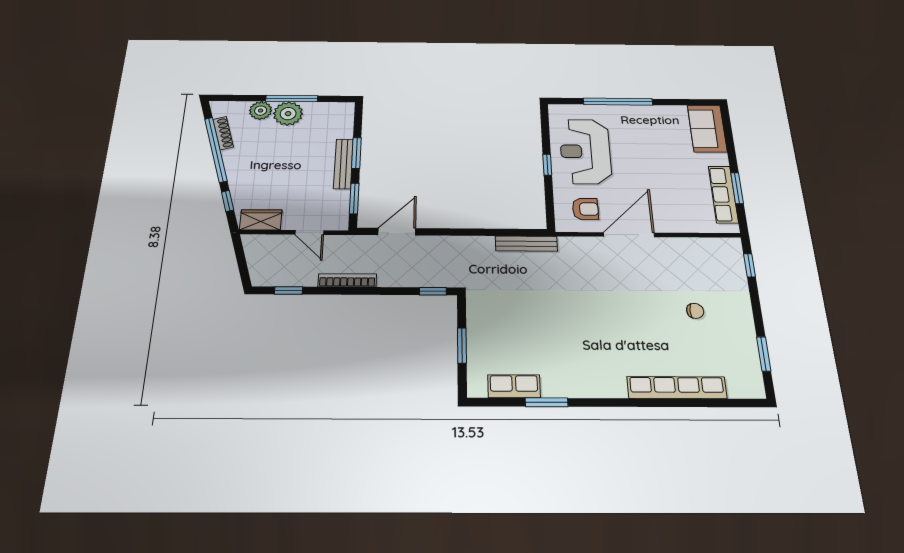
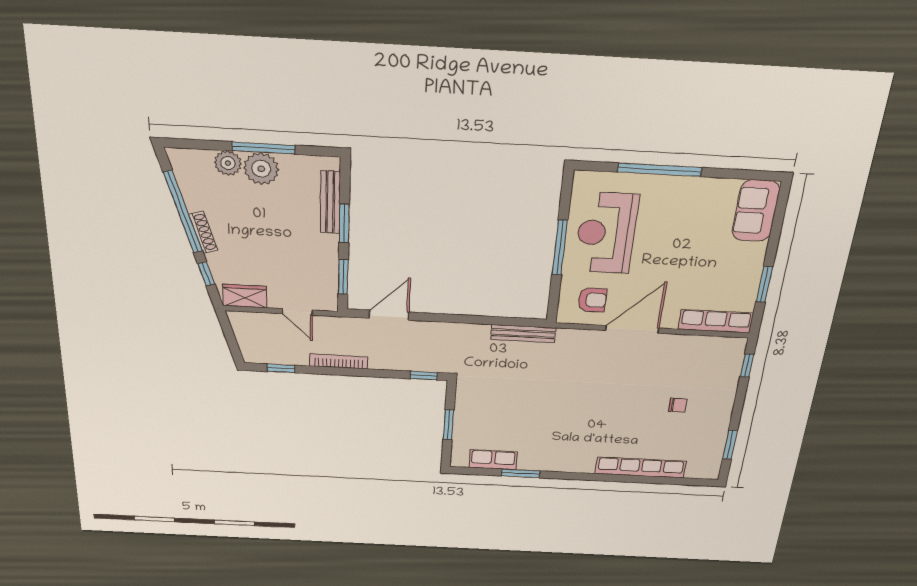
shoe rack: (223, 133) -> (203, 232), moved
bench: (343, 164) -> (330, 202), moved
window: (547, 165) -> (560, 247), width x2.17
row of seats: (723, 194) -> (716, 321), moved, turned 90

